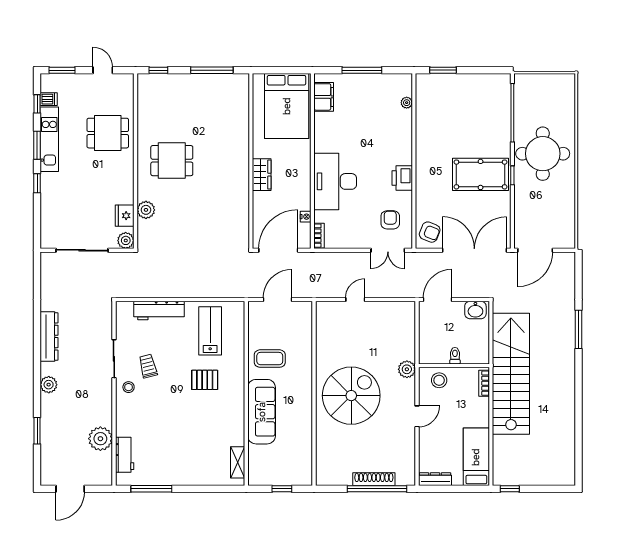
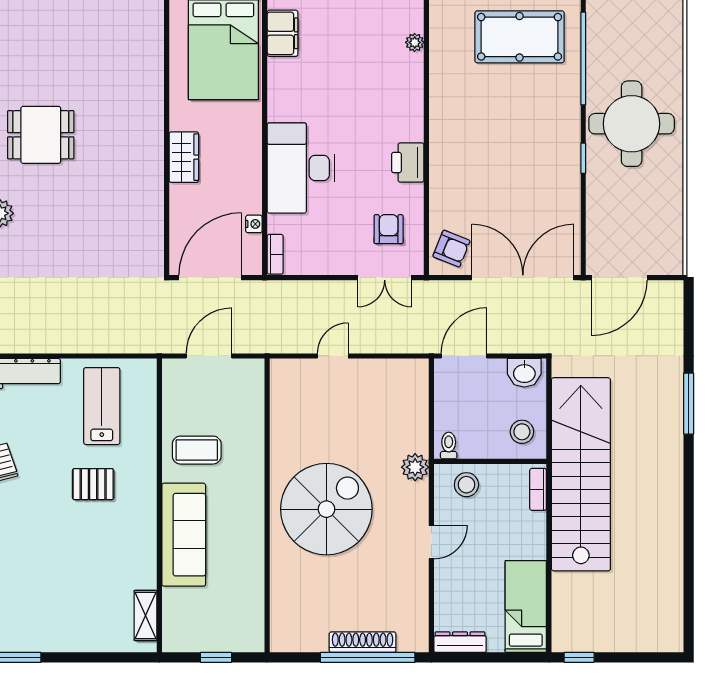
pool table: (481, 174) -> (520, 37), moved
stool: (474, 347) -> (522, 432), added
toilet: (455, 356) -> (449, 446), moved

